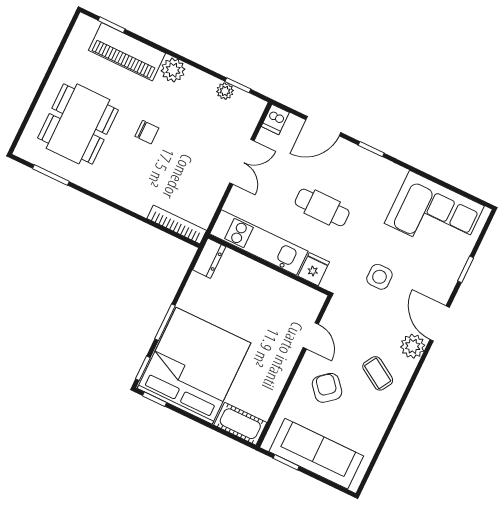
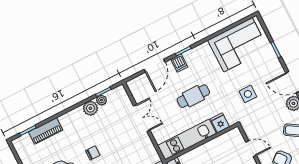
piano: (127, 52) -> (46, 131), width x0.73, depth x0.75
plant: (173, 70) -> (90, 108), moved
dishwasher: (275, 119) -> (179, 63), moved

